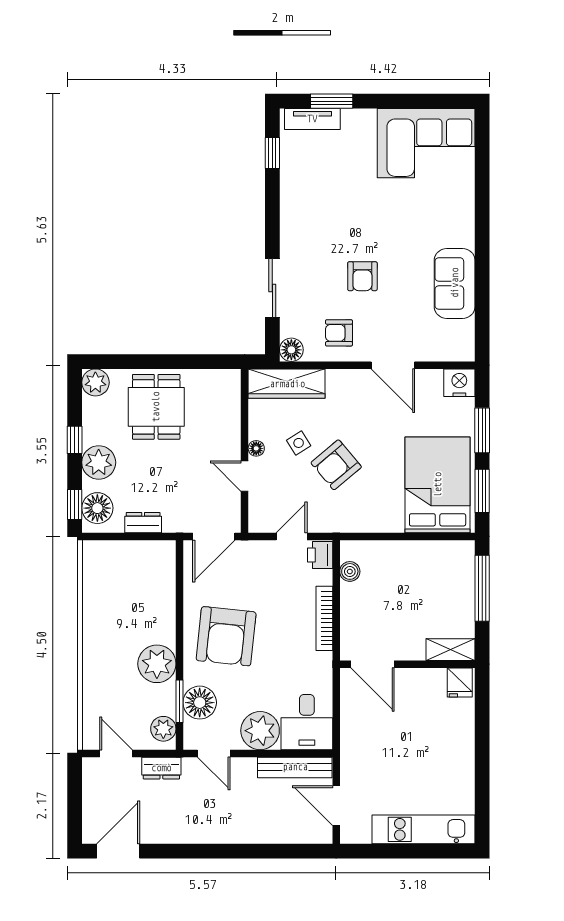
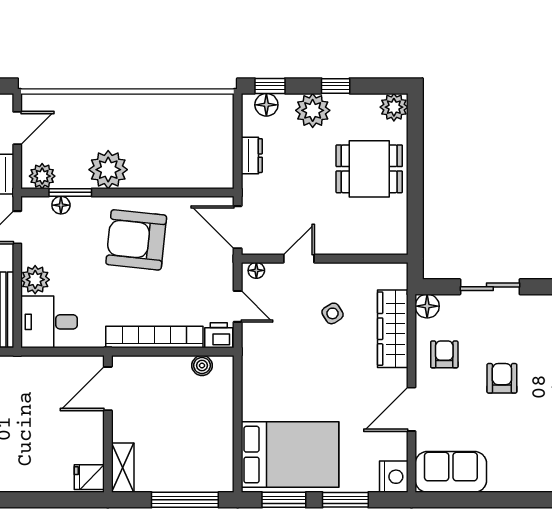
armchair: (362, 276) -> (502, 378), turned 90
sofa: (455, 283) -> (451, 472), moved
wardrobe: (287, 384) -> (393, 329), moved
floor lamp: (256, 448) -> (256, 270), moved
armchair: (336, 465) -> (310, 352), removed
floor lamp: (97, 508) -> (266, 105), width x0.73, depth x0.73
bookcase: (324, 618) -> (154, 337), width x1.48, depth x1.31
floor lamp: (200, 703) -> (61, 205), width x0.53, depth x0.53
plant: (260, 731) -> (35, 280), width x0.73, depth x0.73

